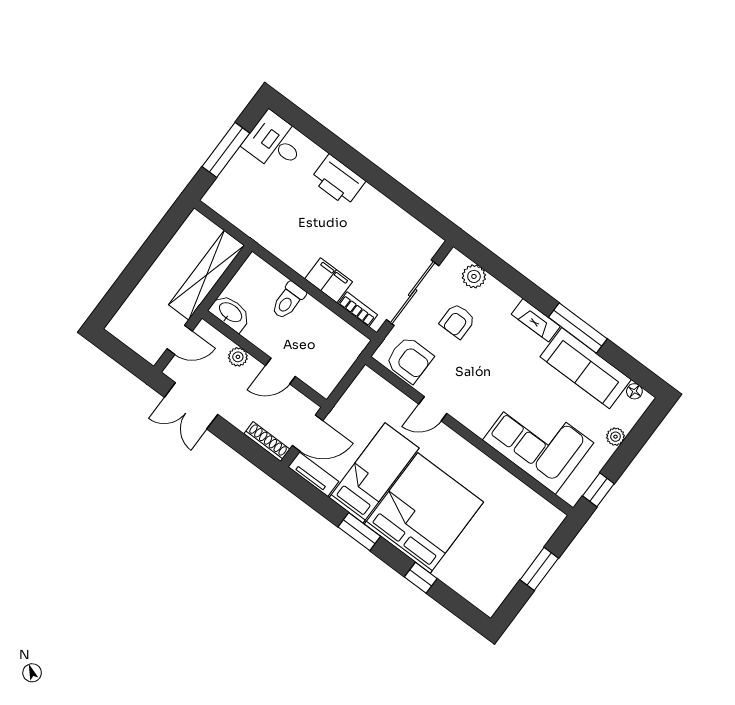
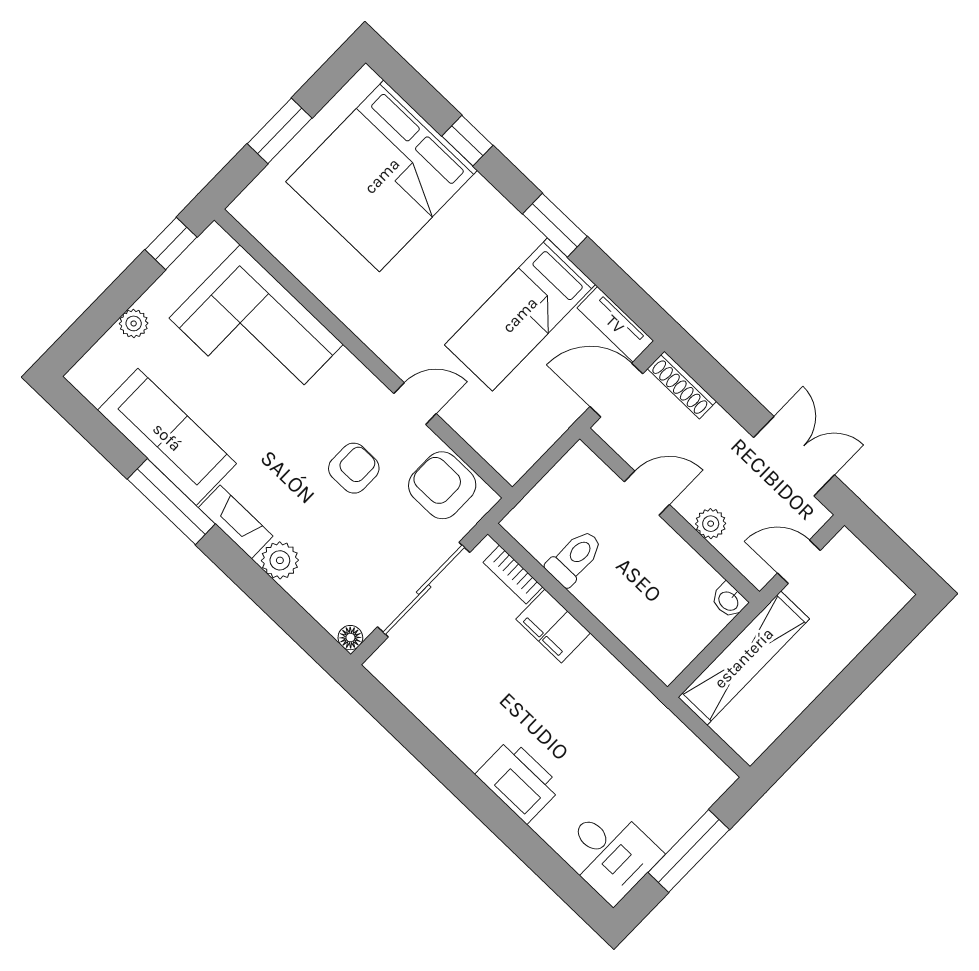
plant: (474, 276) -> (280, 560), moved
toilet: (288, 301) -> (575, 558), moved
washbasin: (230, 313) -> (729, 601), width x0.52, depth x0.69
armchair: (457, 321) -> (354, 468), moved
floor lamp: (634, 391) -> (350, 638), moved
bed: (424, 513) -> (382, 176), moved

